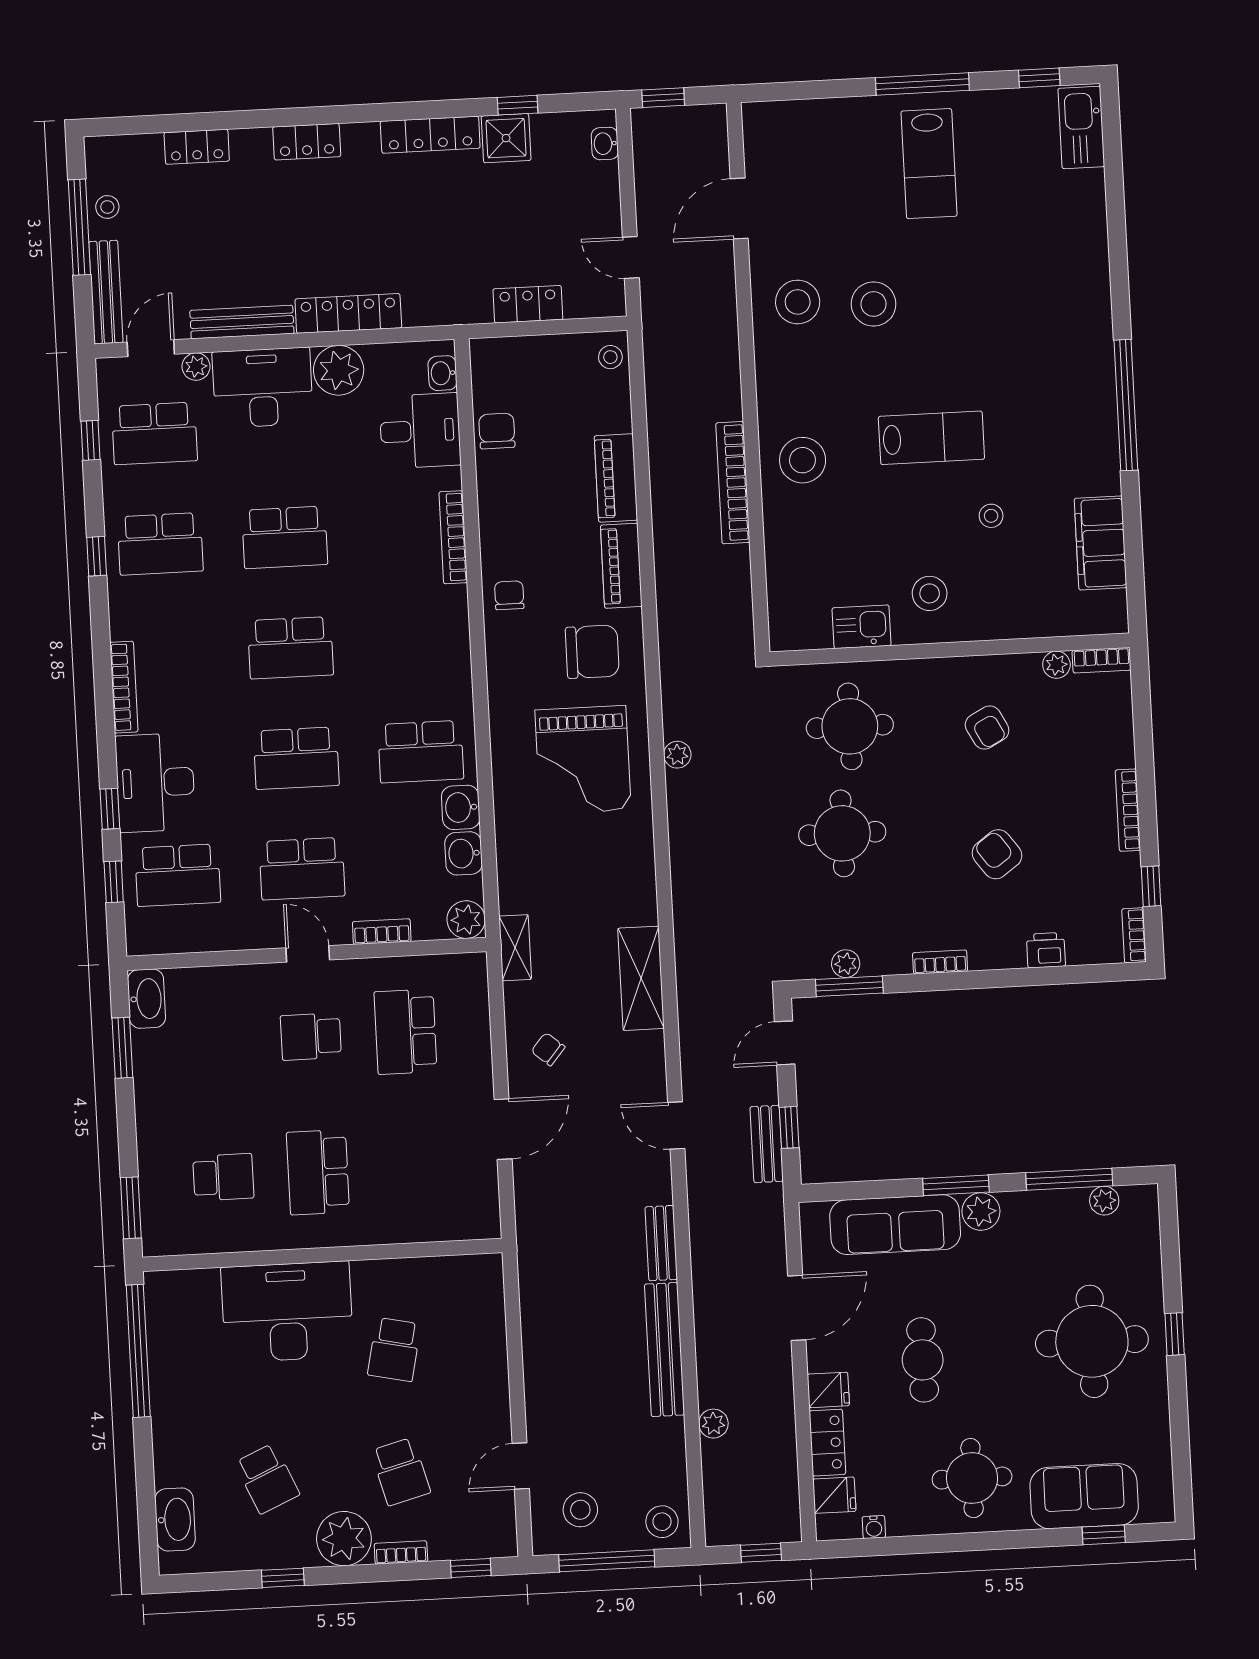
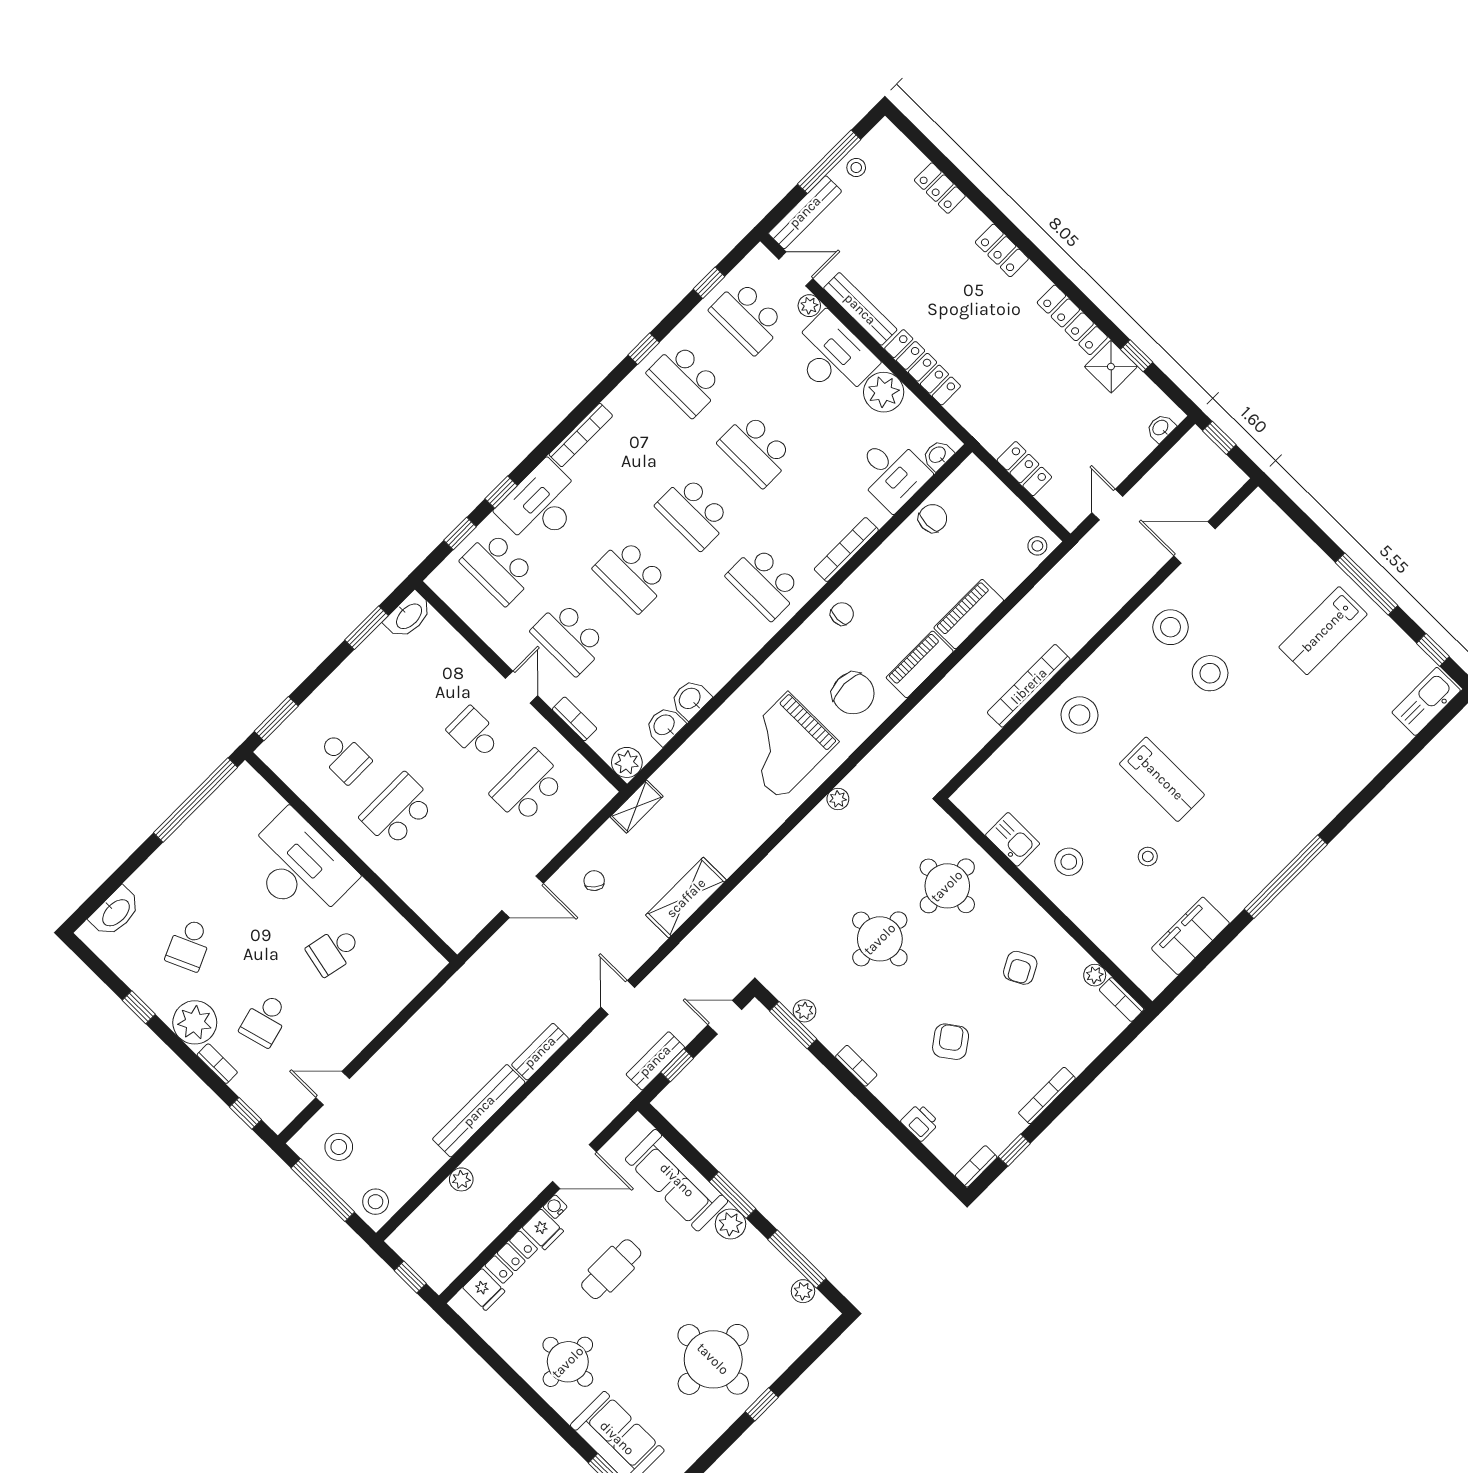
school desk: (421, 752) -> (764, 583), moved
water cooler: (874, 1527) -> (555, 1207), moved, turned 90

